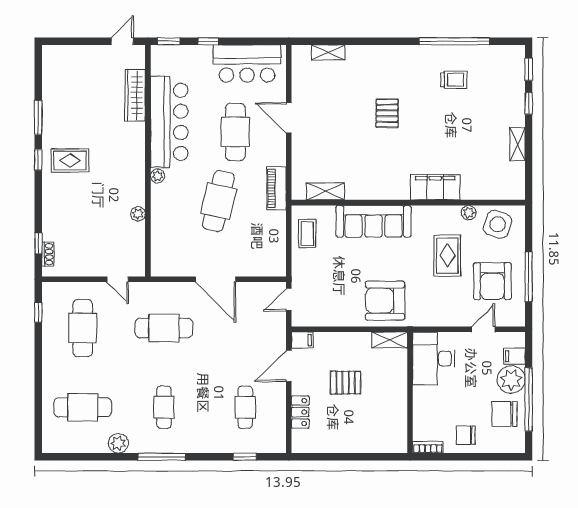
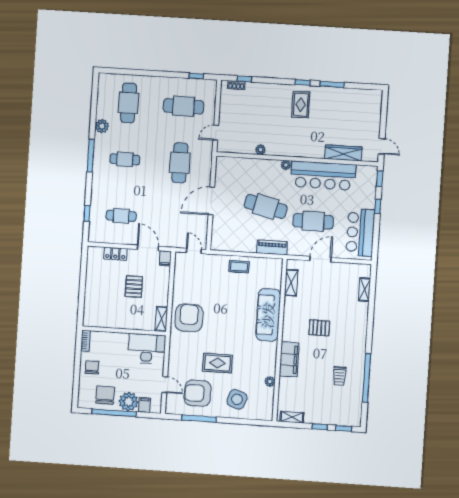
filing cabinet: (435, 187) -> (289, 359), moved
shelving: (325, 191) -> (291, 283), moved
wall: (408, 203) -> (280, 340), moved
plant: (469, 213) -> (270, 381), moved
sofa: (374, 221) -> (268, 315), moved

